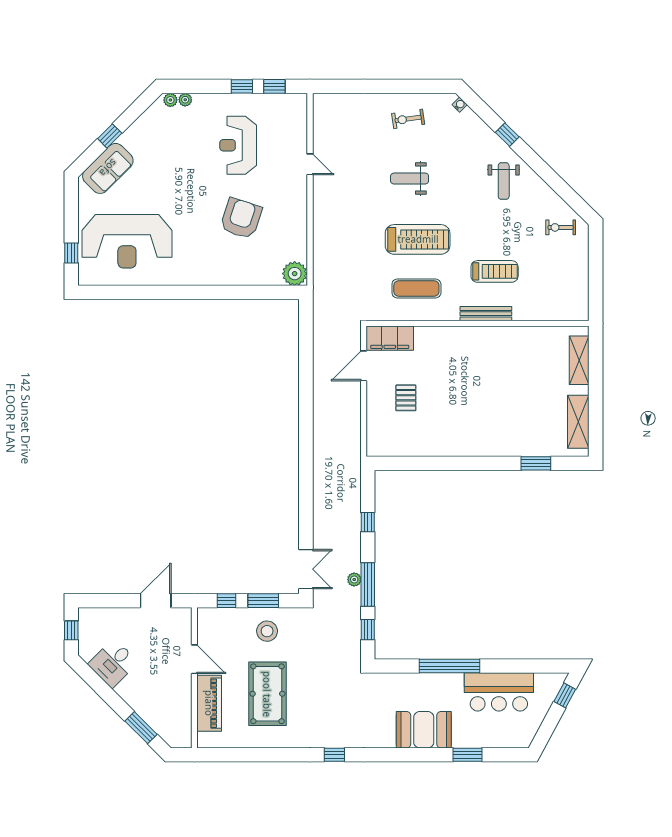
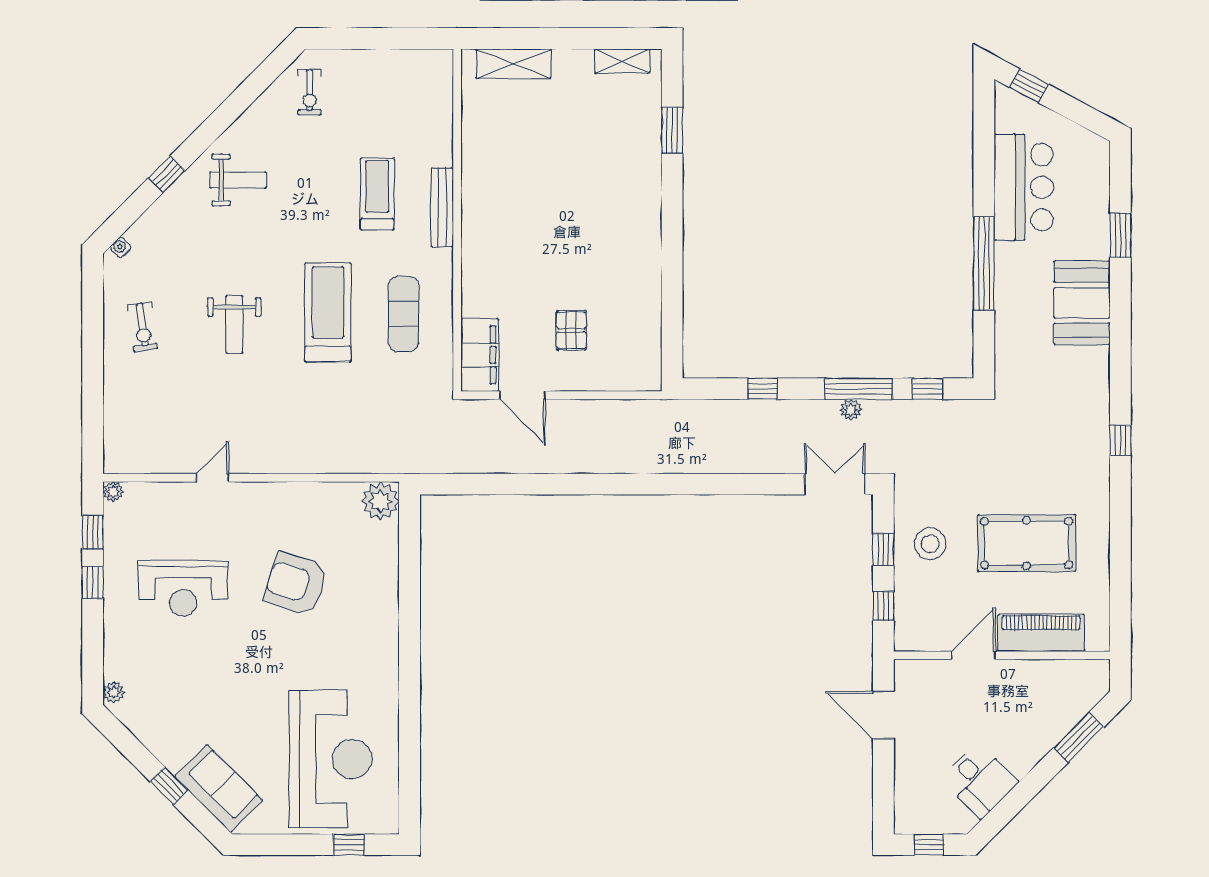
plant: (185, 100) -> (113, 492), moved
pallet: (406, 398) -> (571, 330), turned 90
shelving: (578, 422) -> (622, 61), width x0.67, depth x0.75
window: (263, 601) -> (883, 549), width x0.67

